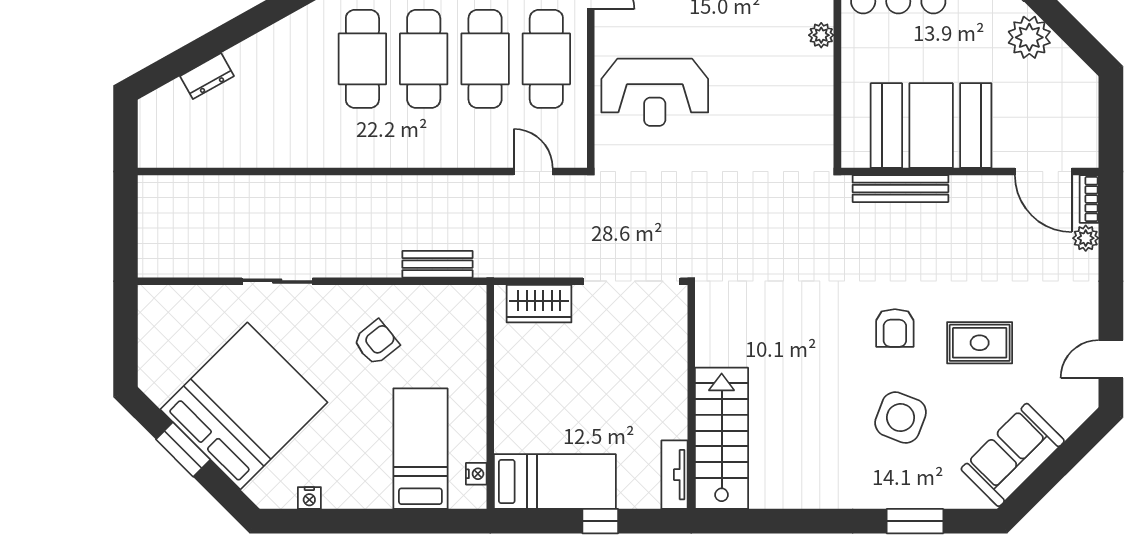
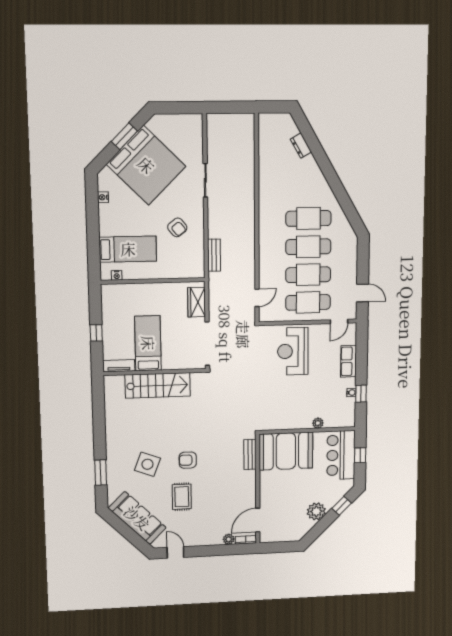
booth: (931, 126) -> (286, 451), moved, turned 90
bench: (900, 189) -> (250, 454), width x0.73
stairs: (722, 438) -> (158, 385), moved
sofa: (1013, 455) -> (137, 518), width x1.36
bed: (555, 482) -> (148, 343), moved, turned 180

